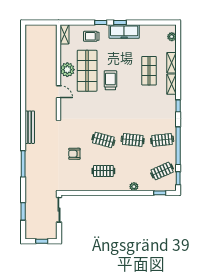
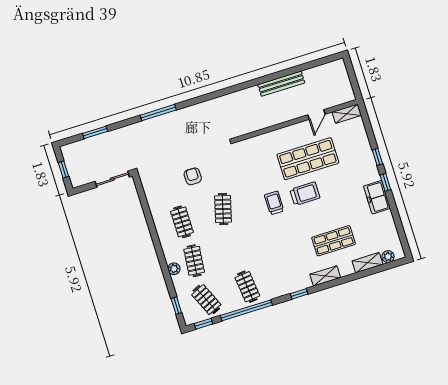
freezer: (124, 32) -> (377, 197), width x0.71
trolley: (91, 36) -> (274, 203), moved
shelving: (171, 63) -> (367, 263), moved
plant: (67, 70) -> (301, 132), removed
door: (58, 92) -> (316, 114), moved
bench: (30, 127) -> (281, 84), moved
clothes rail: (133, 140) -> (194, 261), moved

